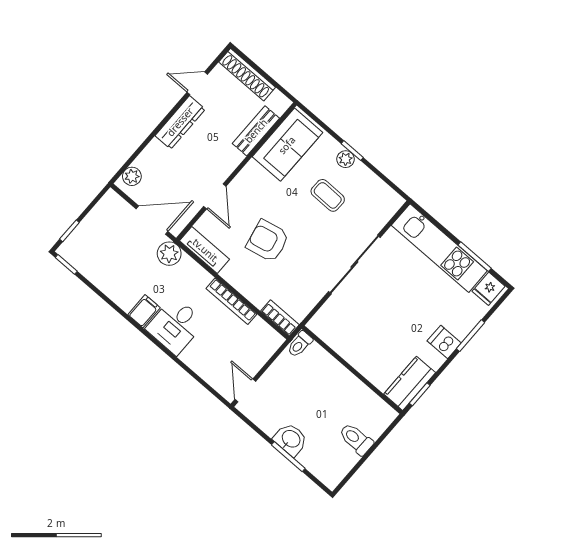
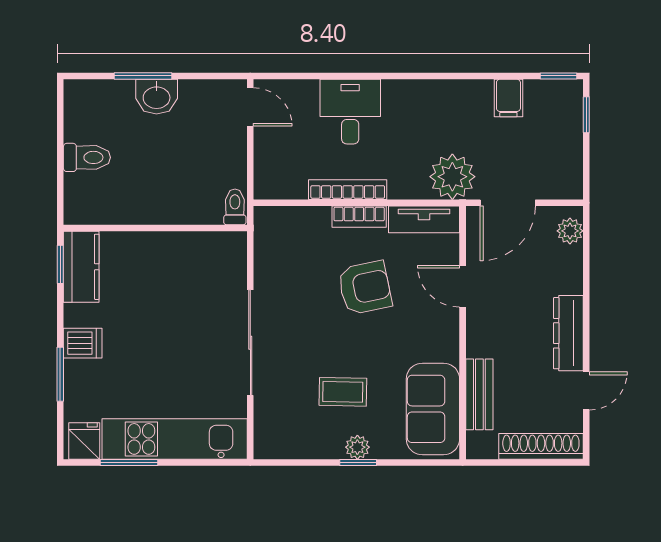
plant: (169, 254) -> (452, 177), width x1.36, depth x1.36
filing cabinet: (144, 311) -> (508, 98), moved
bookcase: (280, 318) -> (359, 217), moved
desk: (175, 326) -> (350, 112), moved

